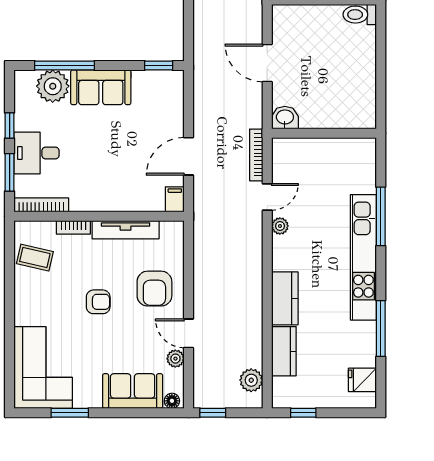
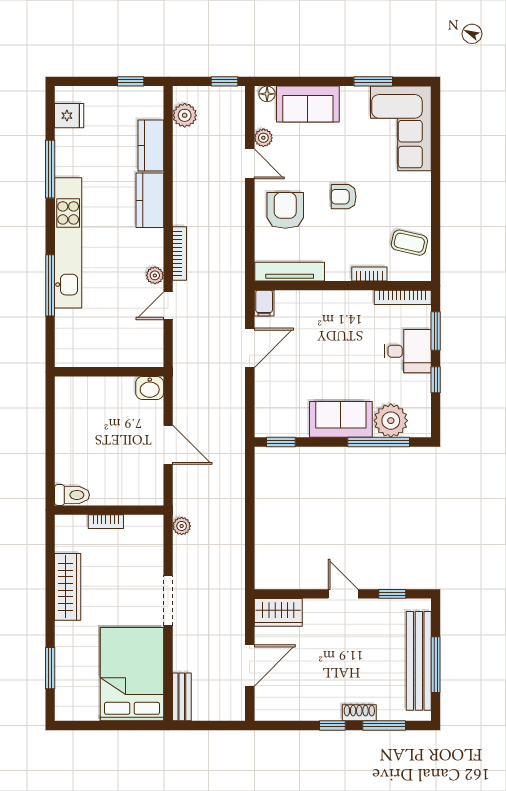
bookcase: (256, 155) -> (179, 254), moved
tv unit: (126, 230) -> (290, 272), moved

